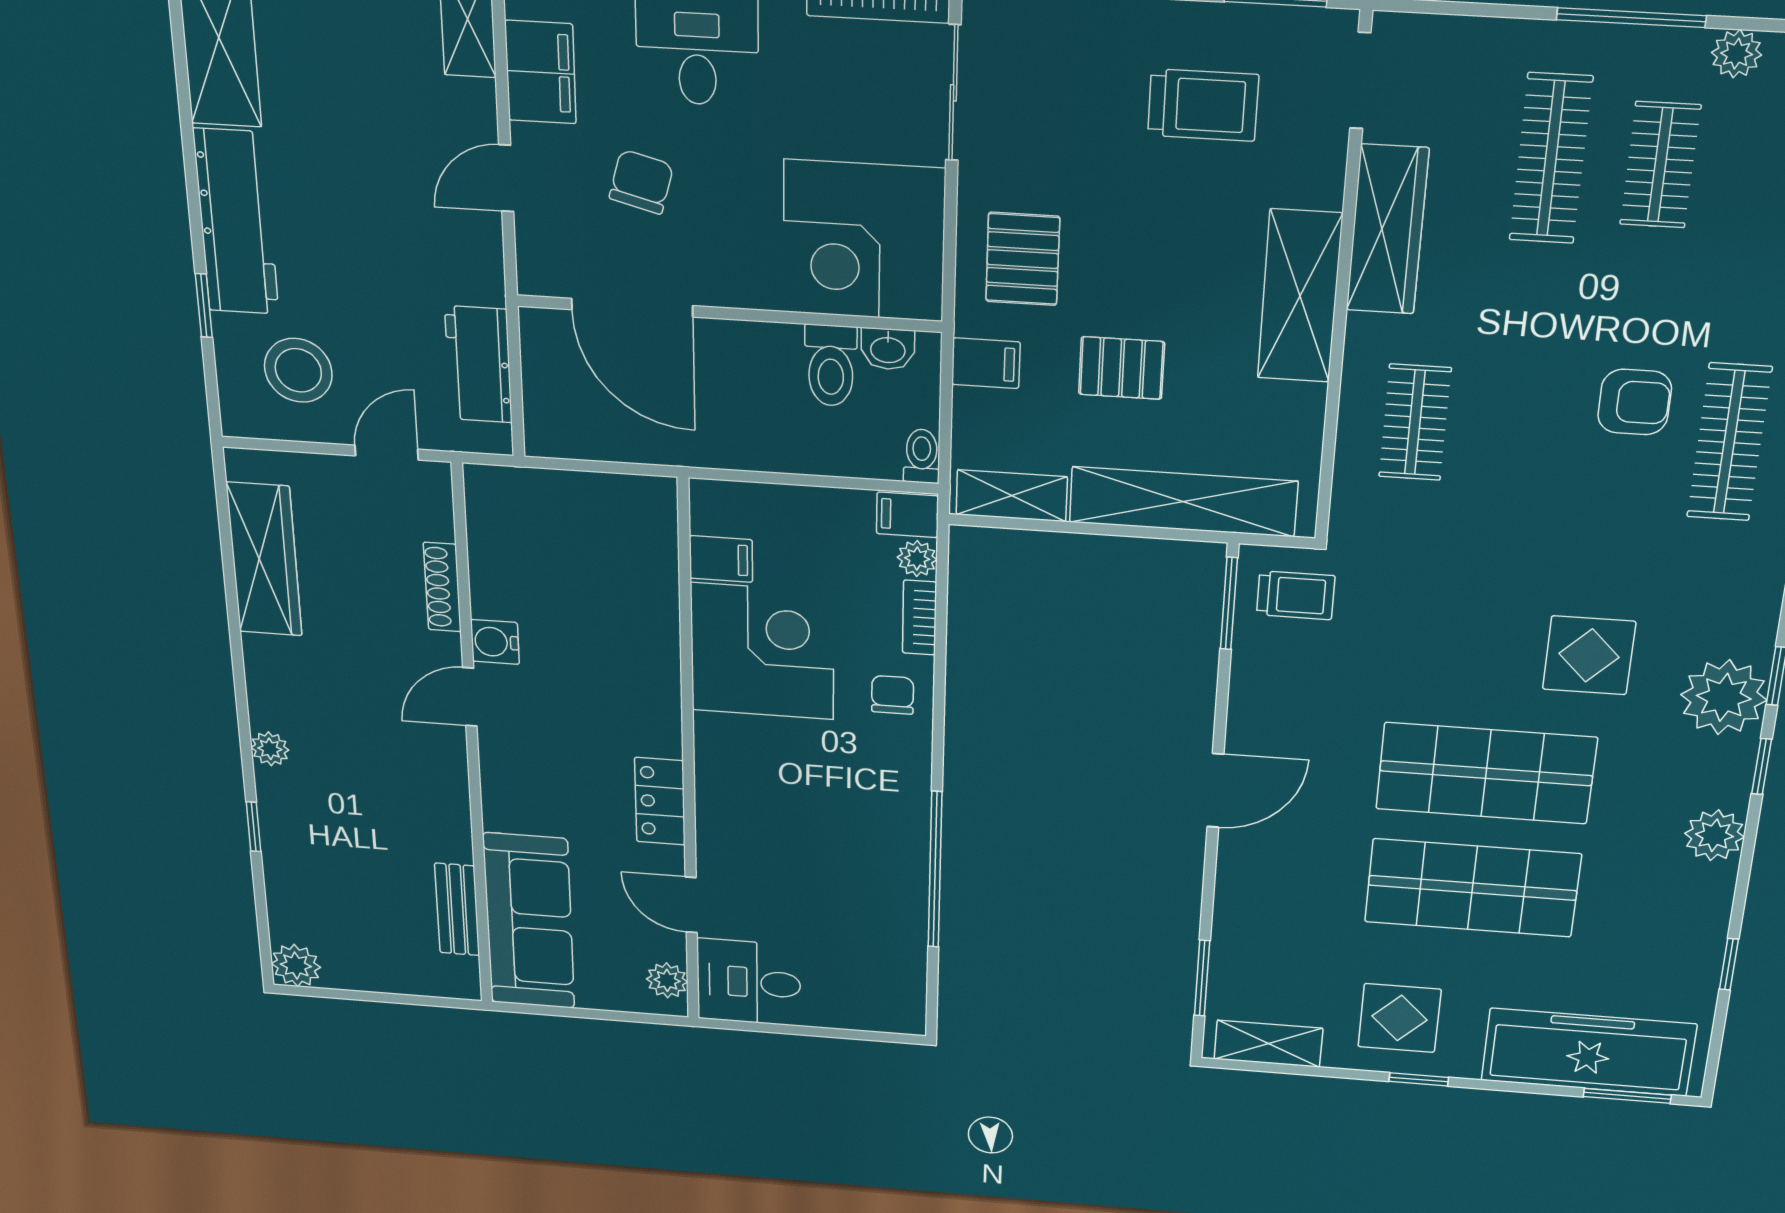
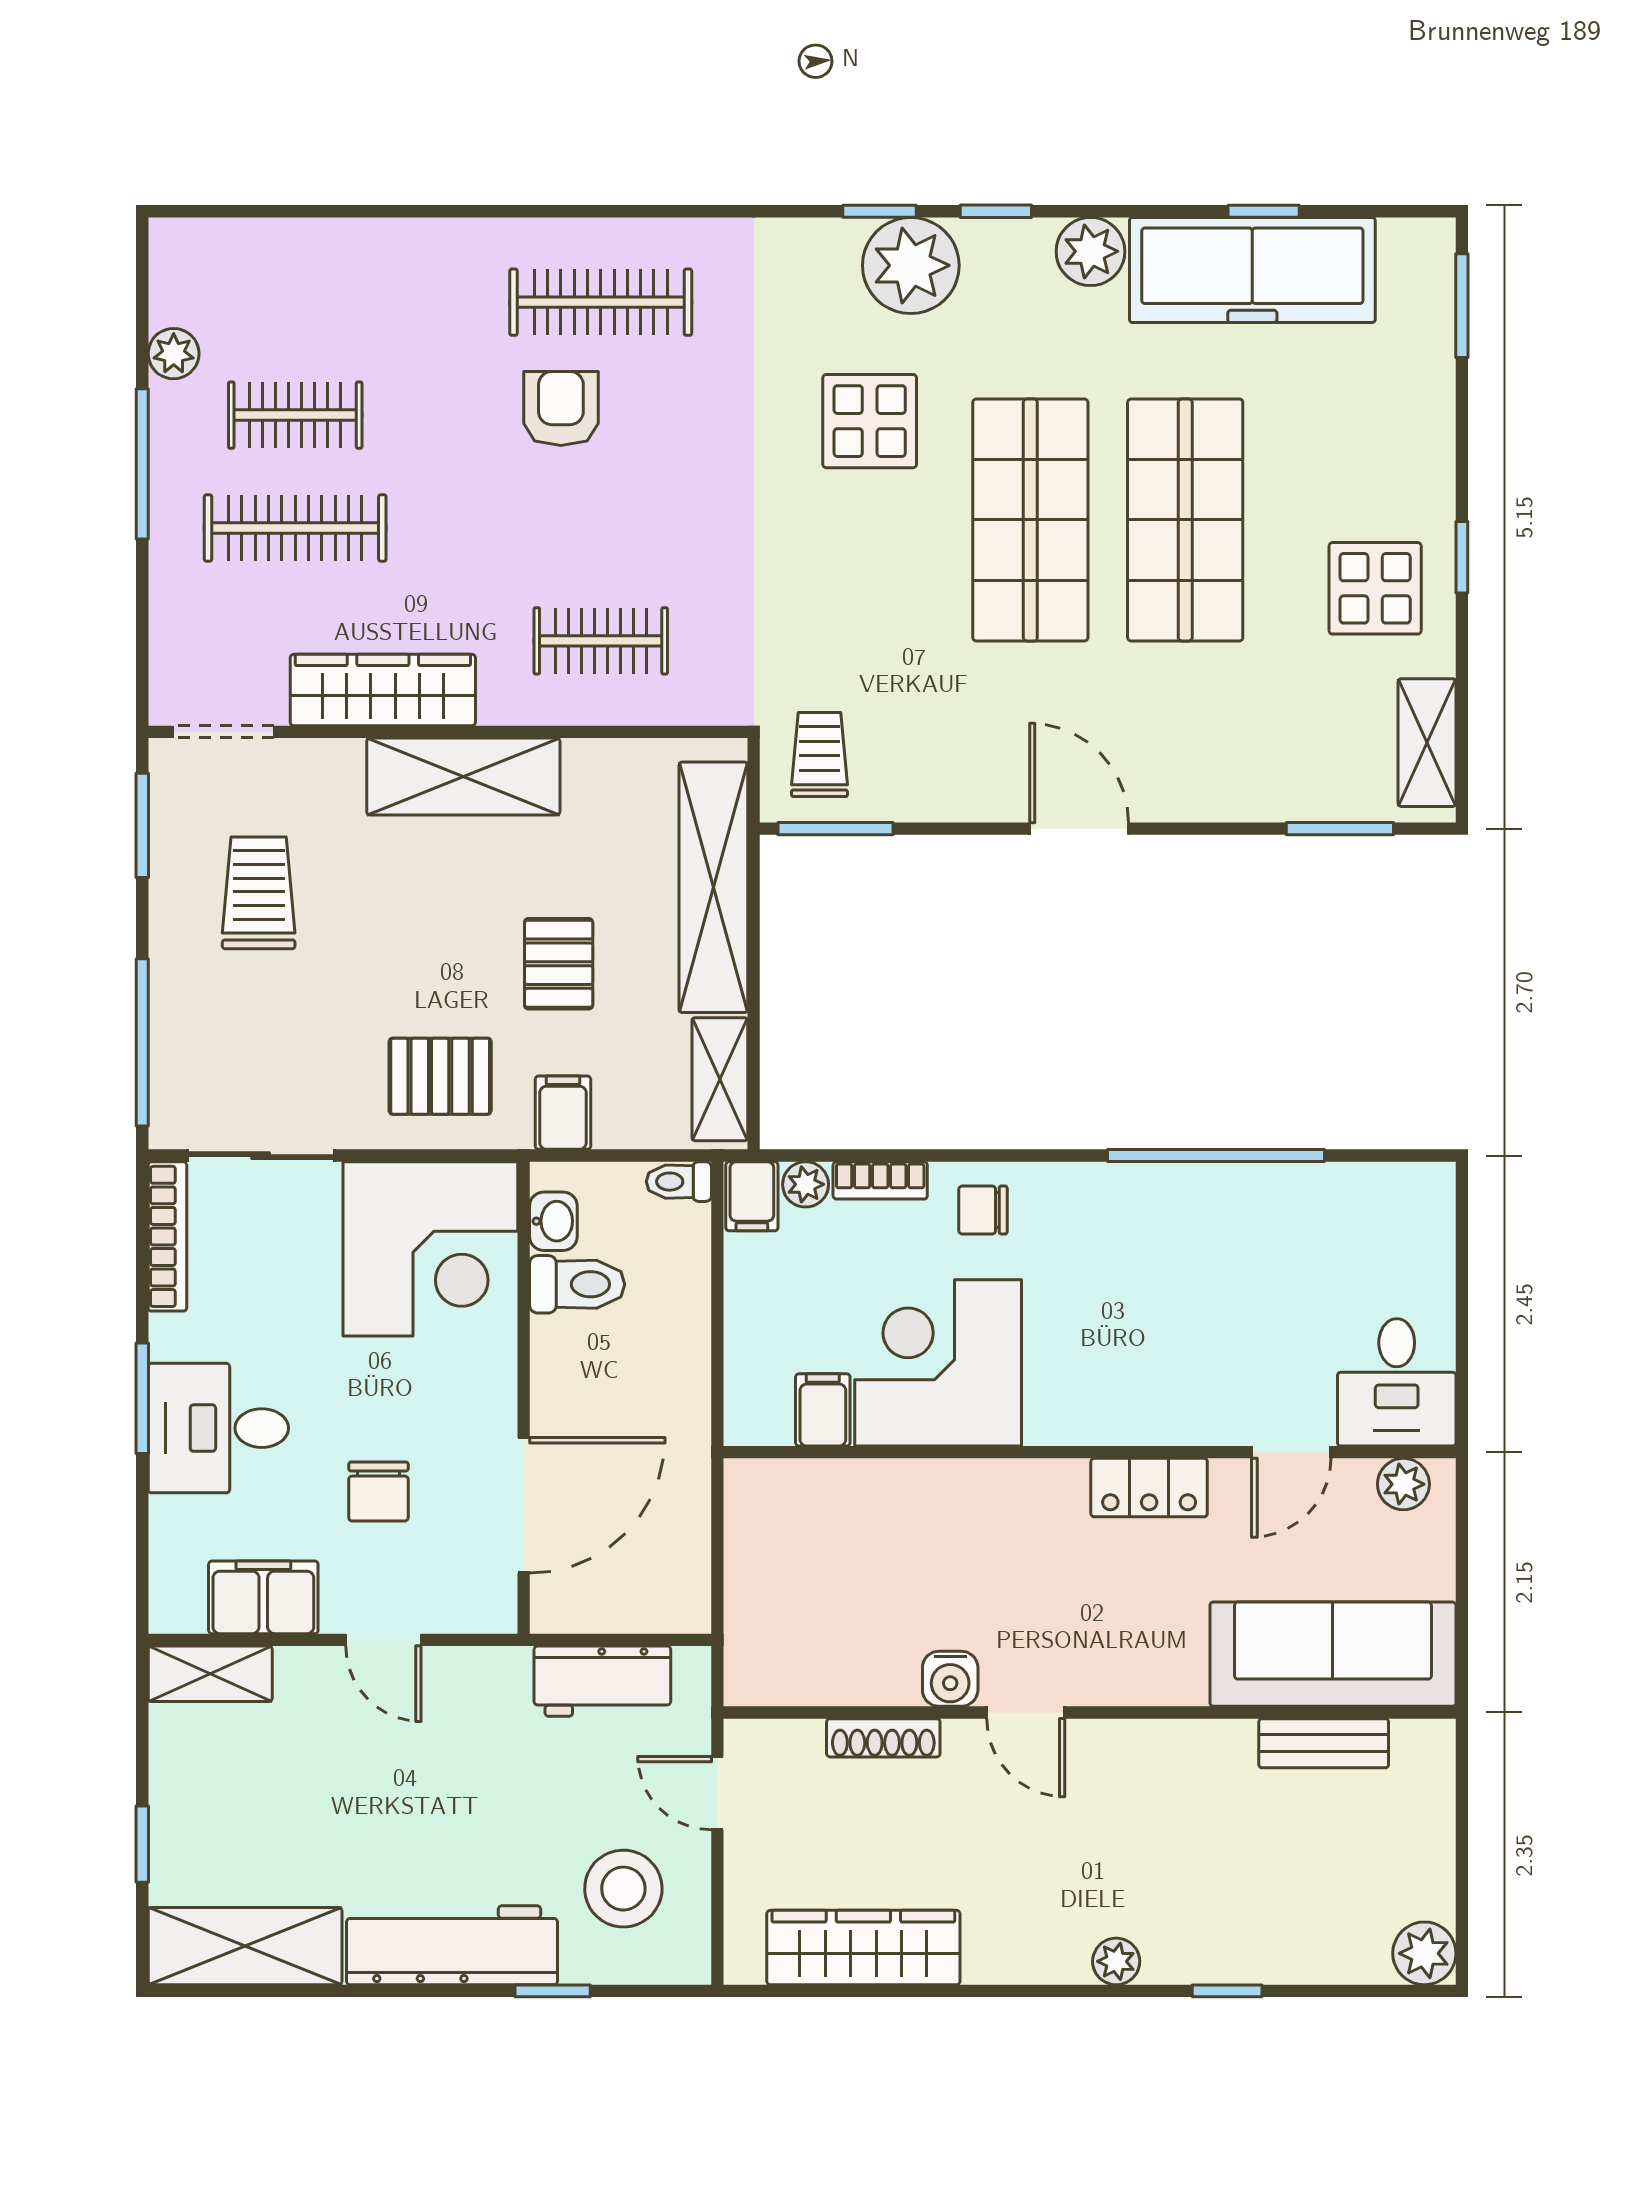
chair: (641, 182) -> (378, 1491), turned -105
freezer: (1588, 1052) -> (1252, 270), moved, turned -90

